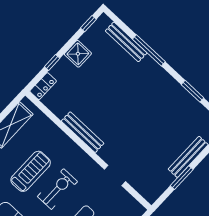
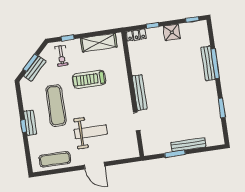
bench: (126, 42) -> (208, 63), moved
bench: (83, 132) -> (140, 93), moved
treadmill: (31, 171) -> (89, 79), turned 180
exercise bike: (58, 189) -> (97, 102), removed

